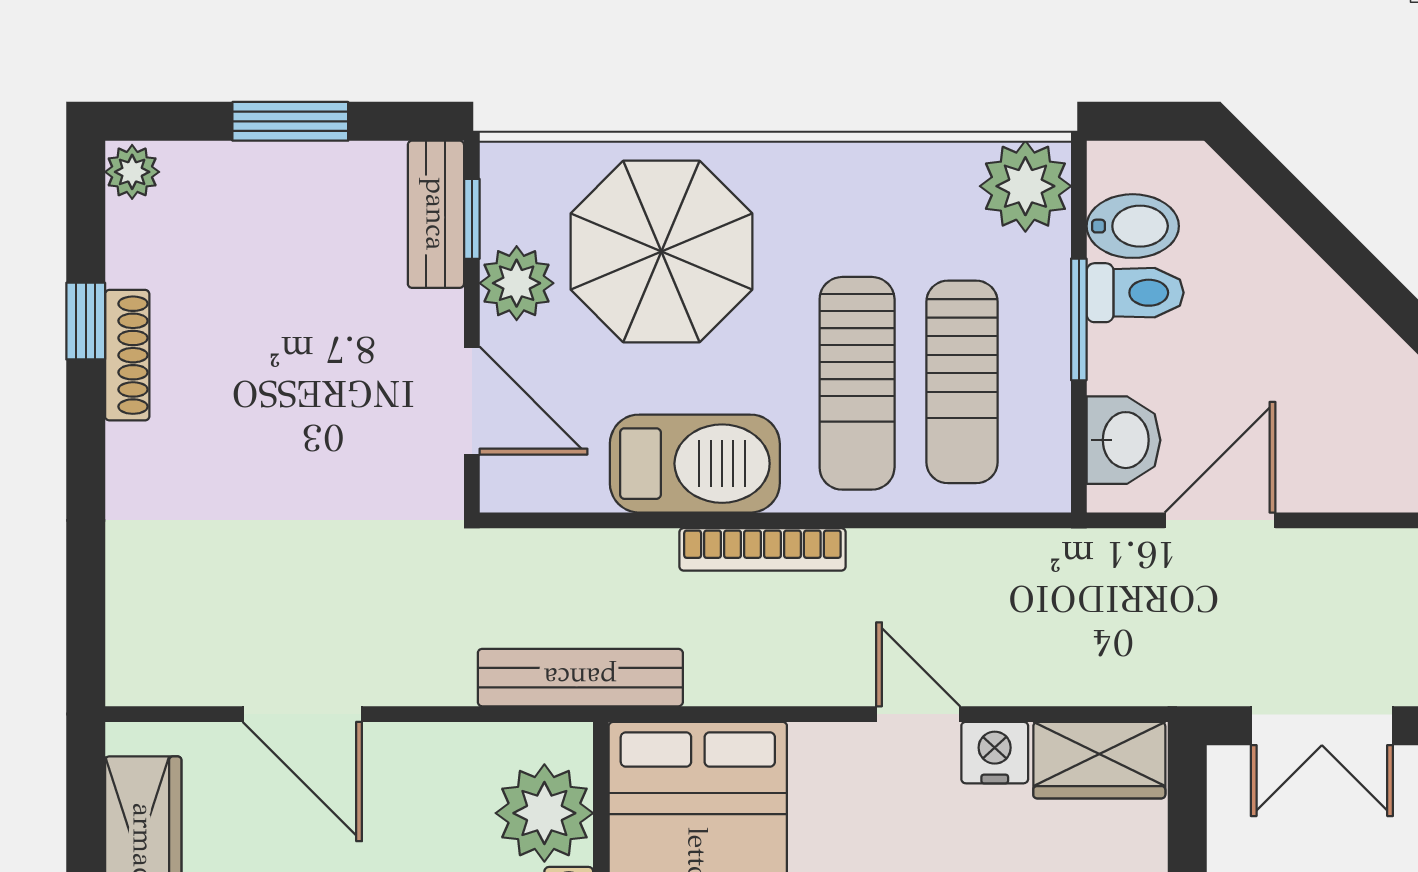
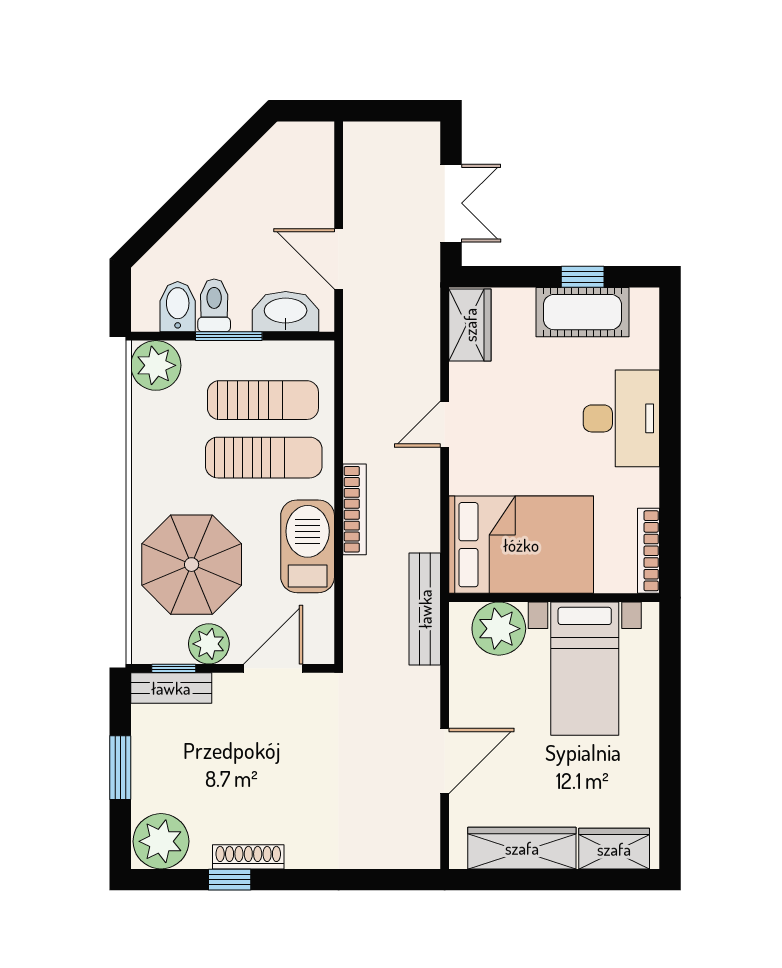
plant: (132, 172) -> (161, 841), width x1.88, depth x1.88
washbasin: (1124, 440) -> (286, 312), width x1.38
nightstand: (995, 753) -> (466, 382), removed

